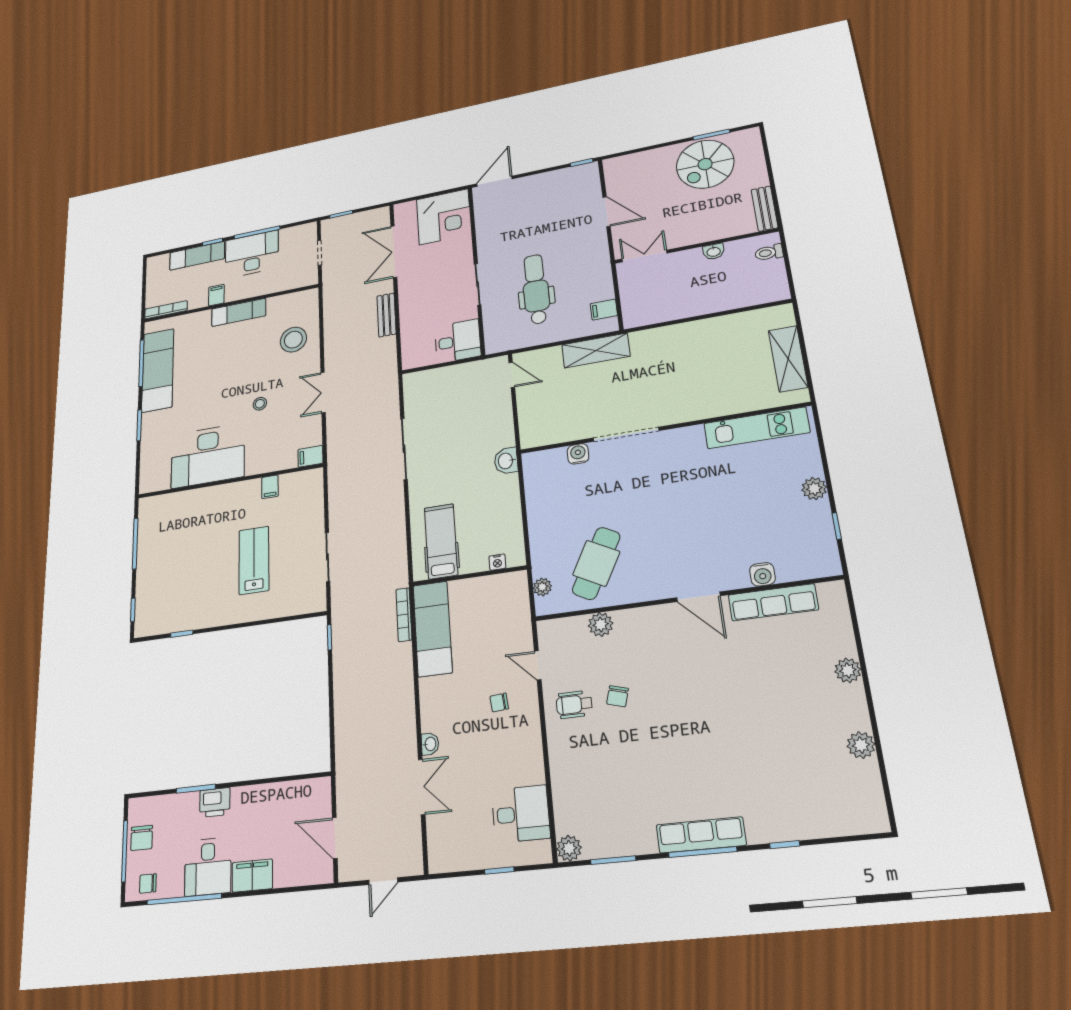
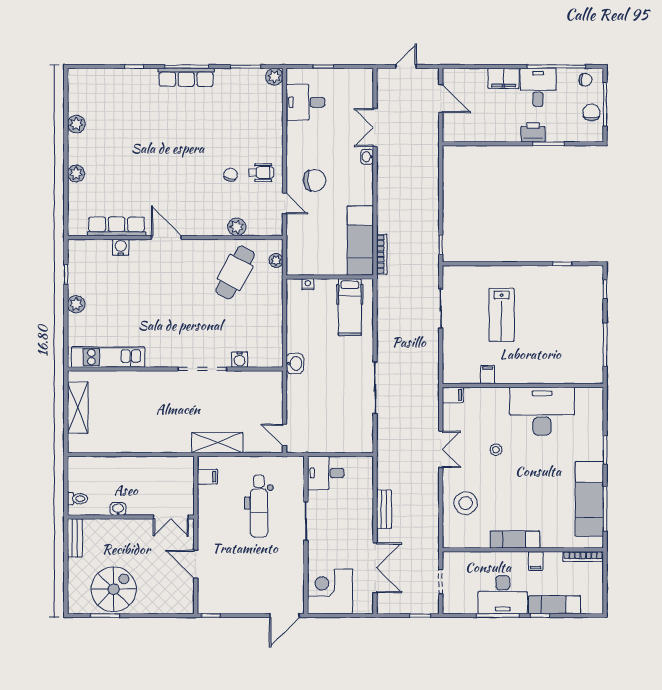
chair: (499, 702) -> (315, 180), width x1.87, depth x1.87

